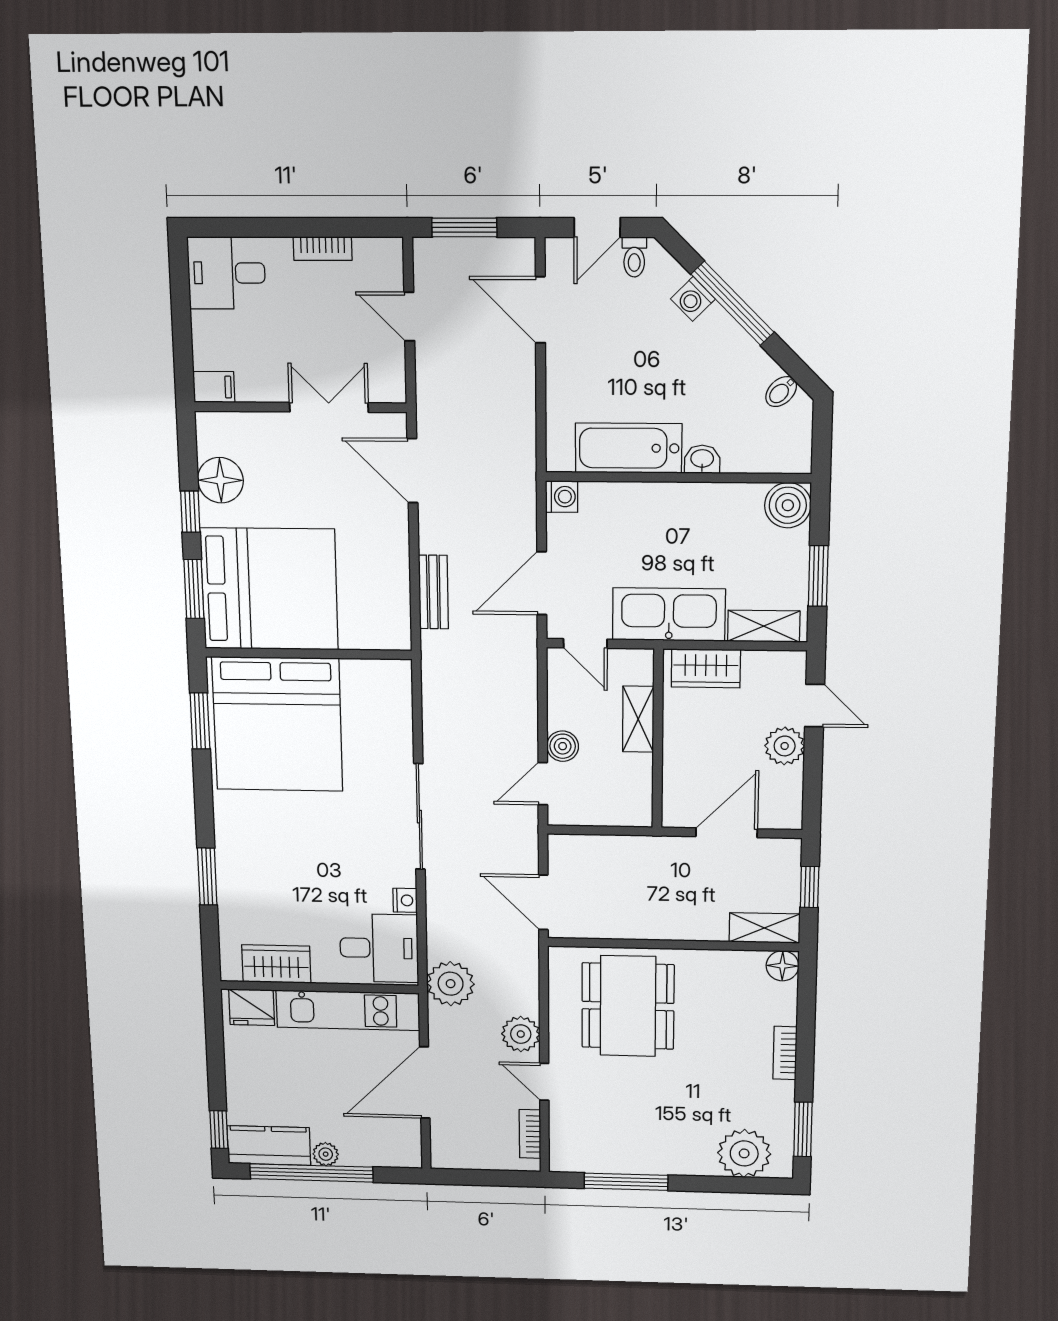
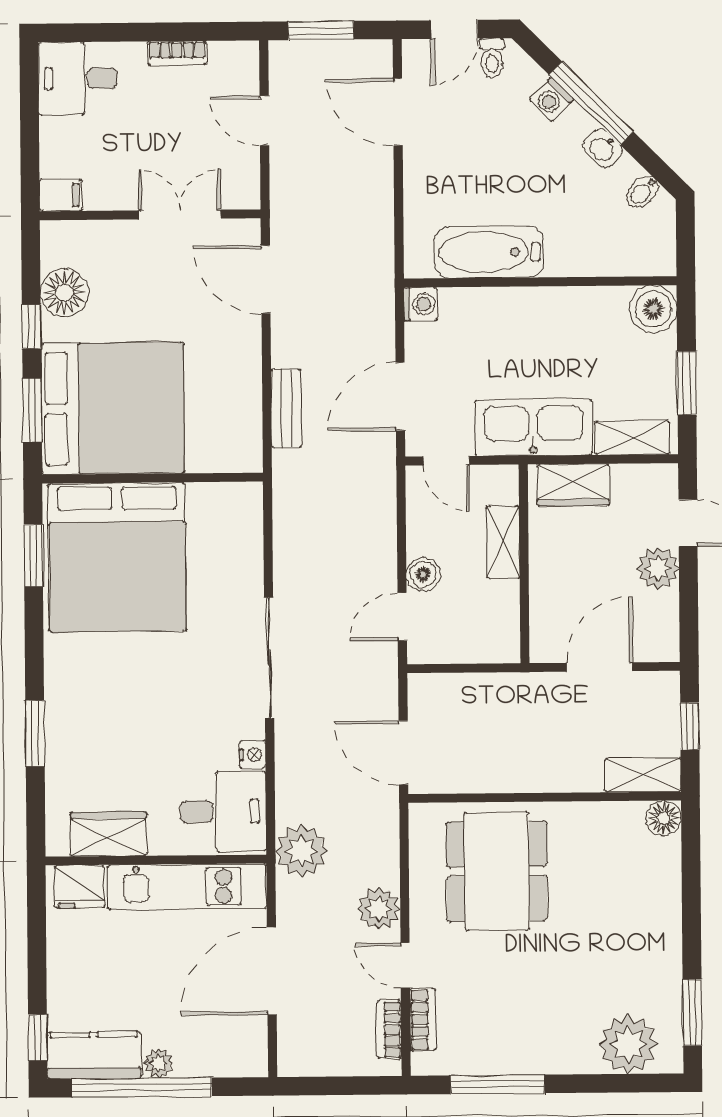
washbasin: (702, 459) -> (603, 148), moved, turned -135
bookcase: (785, 1053) -> (423, 1020), moved, turned 180

